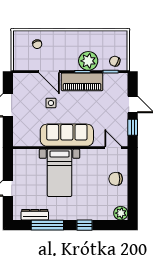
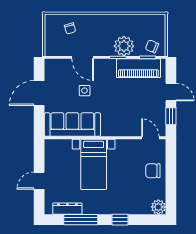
piano: (82, 82) -> (138, 68), moved
sofa: (67, 135) -> (72, 125), moved

